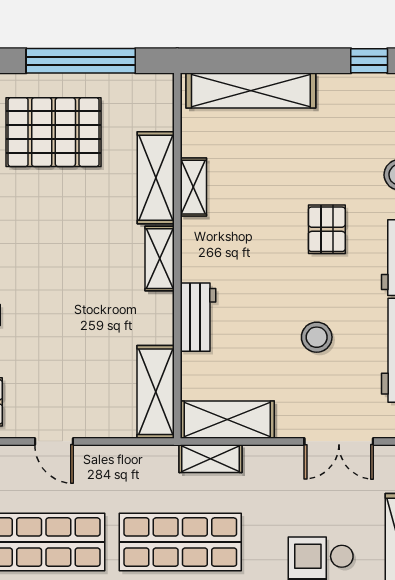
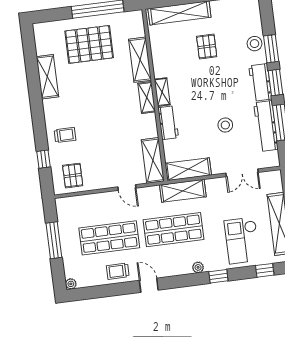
shelving: (193, 187) -> (162, 92), moved
pallet: (327, 229) -> (207, 47), moved
door: (54, 441) -> (127, 187), moved
shelving: (210, 459) -> (183, 191), width x1.50, depth x1.33

